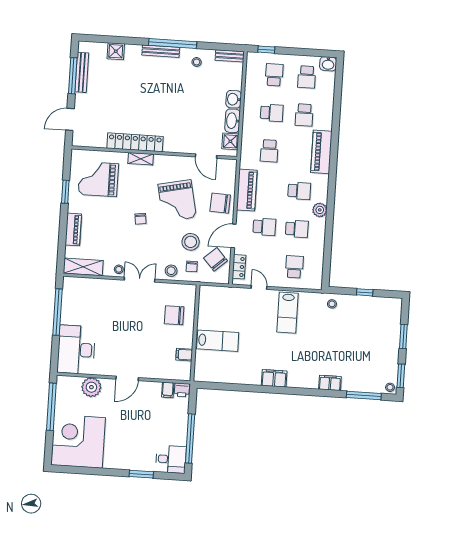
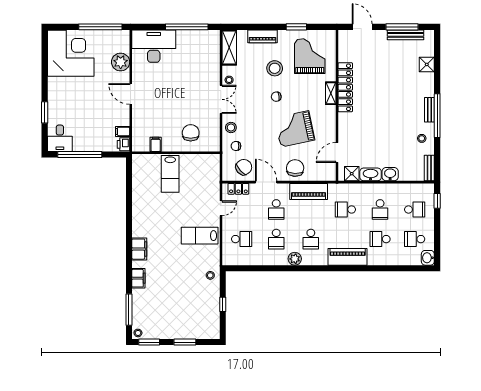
bench: (161, 51) -> (429, 110), width x0.73
stool: (191, 242) -> (275, 68), moved
filing cabinet: (274, 378) -> (139, 249), moved

